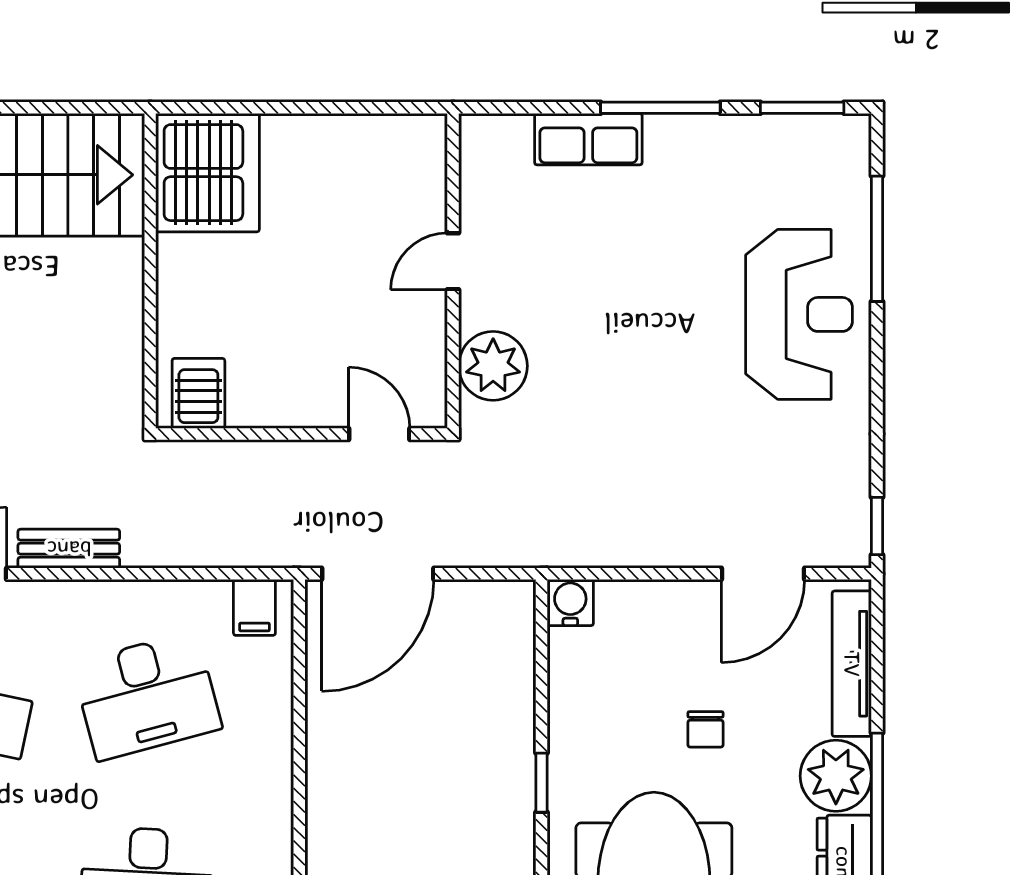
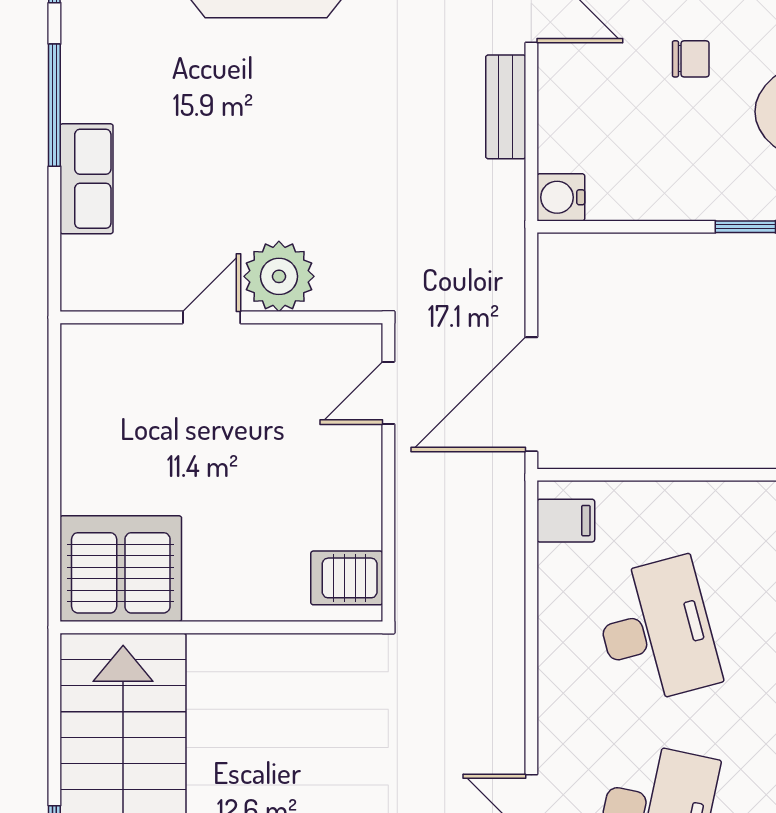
door: (453, 261) -> (212, 317), swing flipped
plant: (493, 366) -> (279, 276), moved
bench: (69, 549) -> (506, 107), moved
door: (378, 574) -> (531, 394), swing flipped

